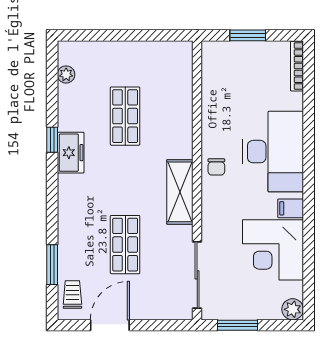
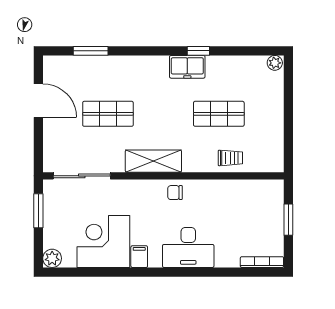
plant: (66, 74) -> (275, 63), moved
desk: (273, 152) -> (188, 247), width x0.73, depth x0.77
trolley: (72, 295) -> (230, 158), moved

